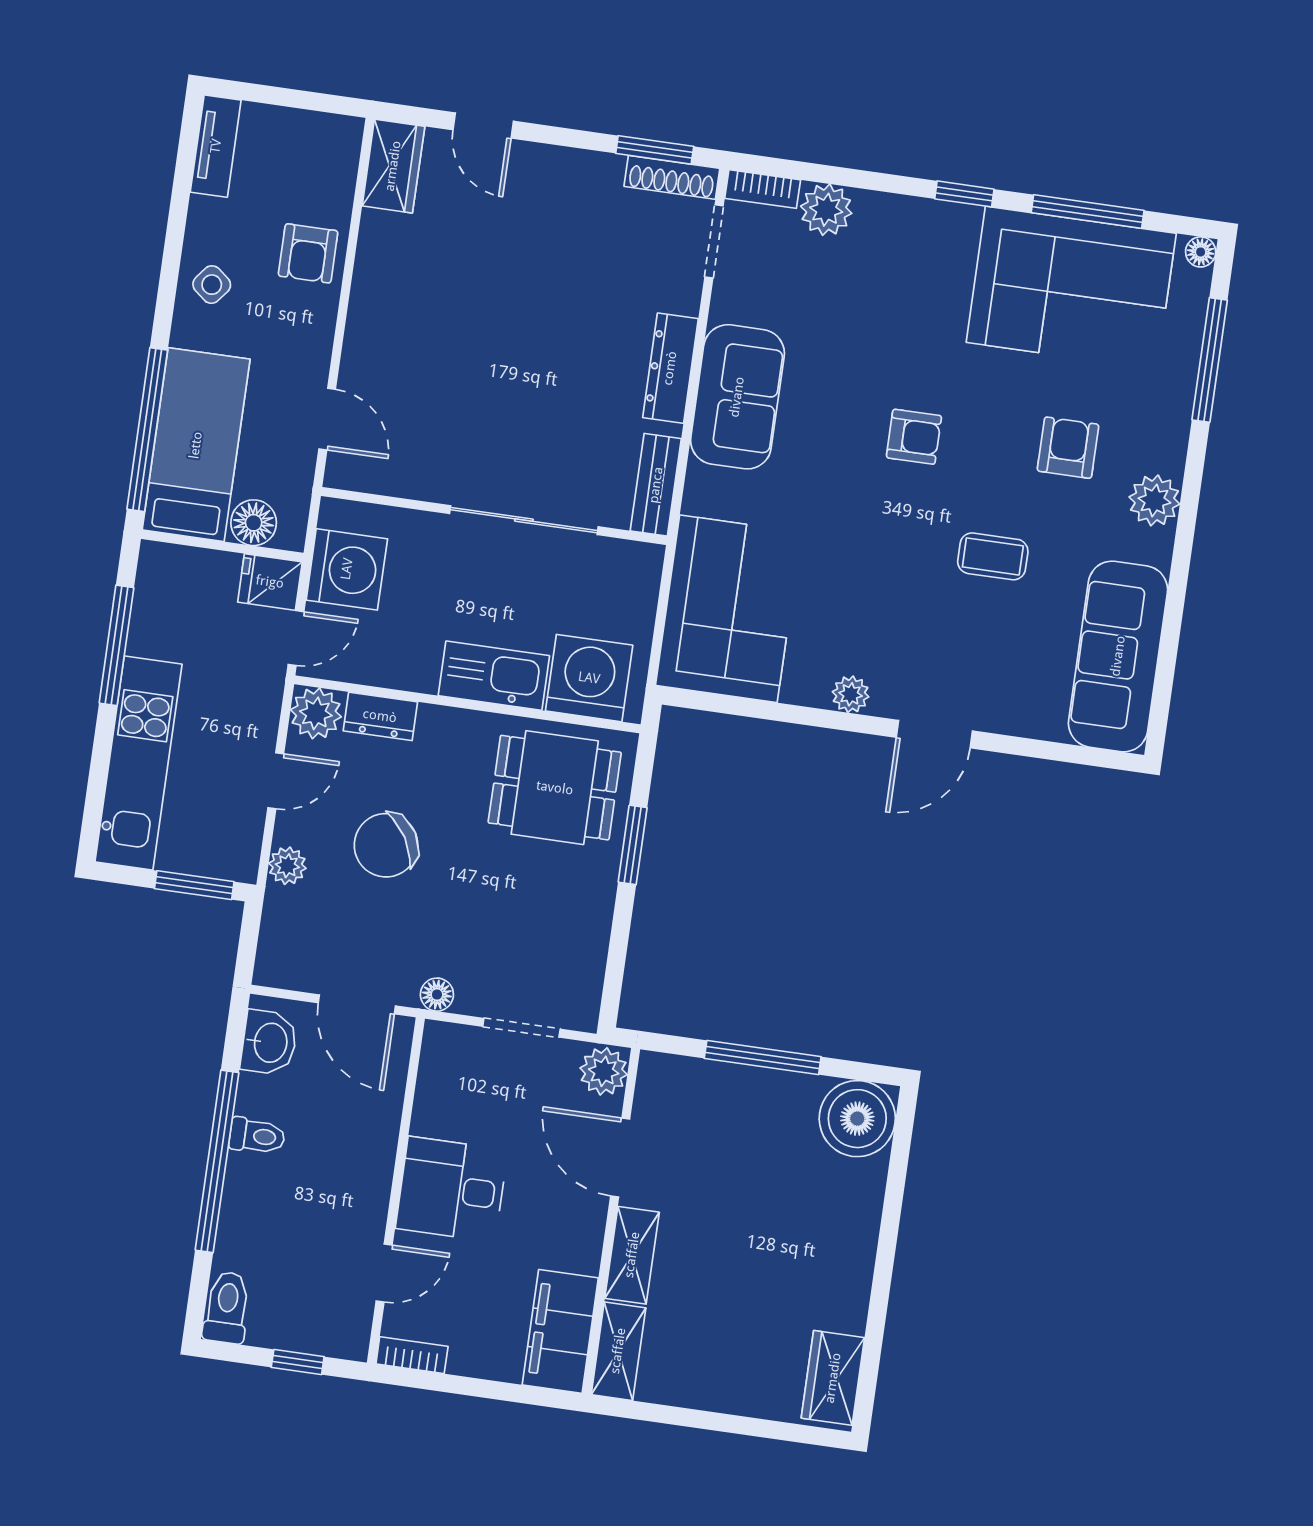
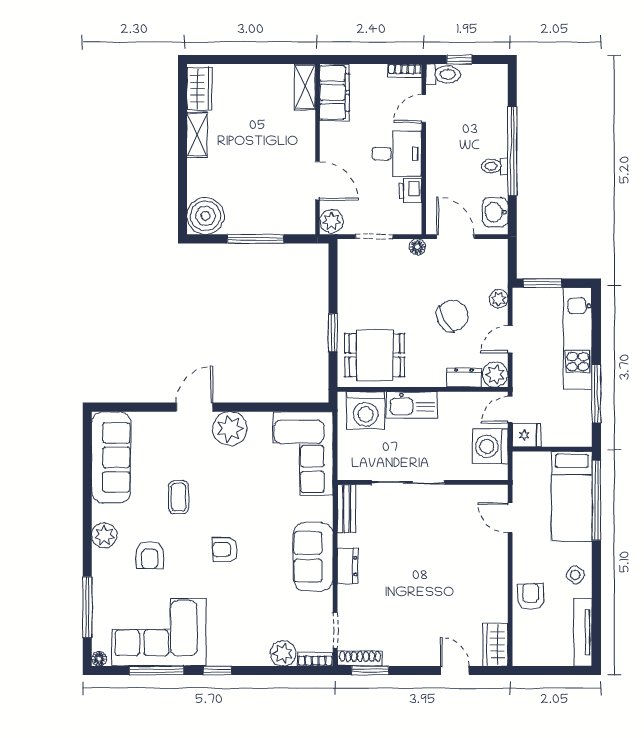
tv unit: (216, 146) -> (583, 632), width x1.41
dresser: (670, 368) -> (348, 566), width x0.70
floor lamp: (254, 523) -> (539, 463), removed
coffee table: (993, 556) -> (179, 497), turned 90
plant: (851, 694) -> (230, 429), width x1.87, depth x1.87
printer: (435, 1110) -> (410, 191), added
shelving: (632, 1255) -> (197, 135), moved
toilet: (227, 1307) -> (443, 74), moved, turned -90

